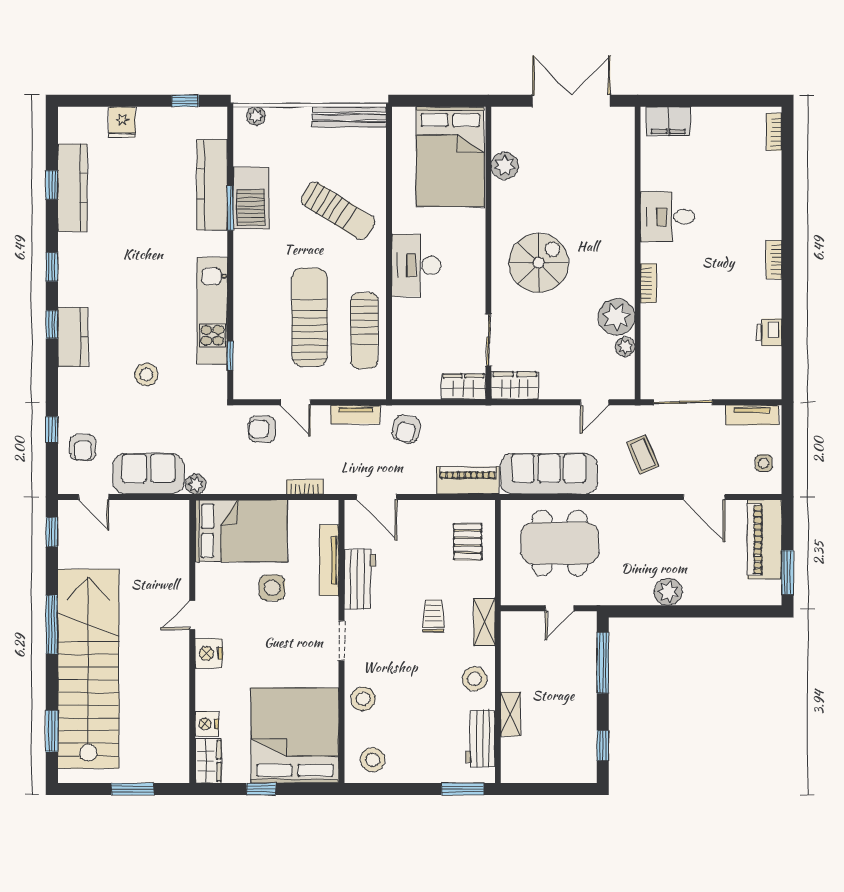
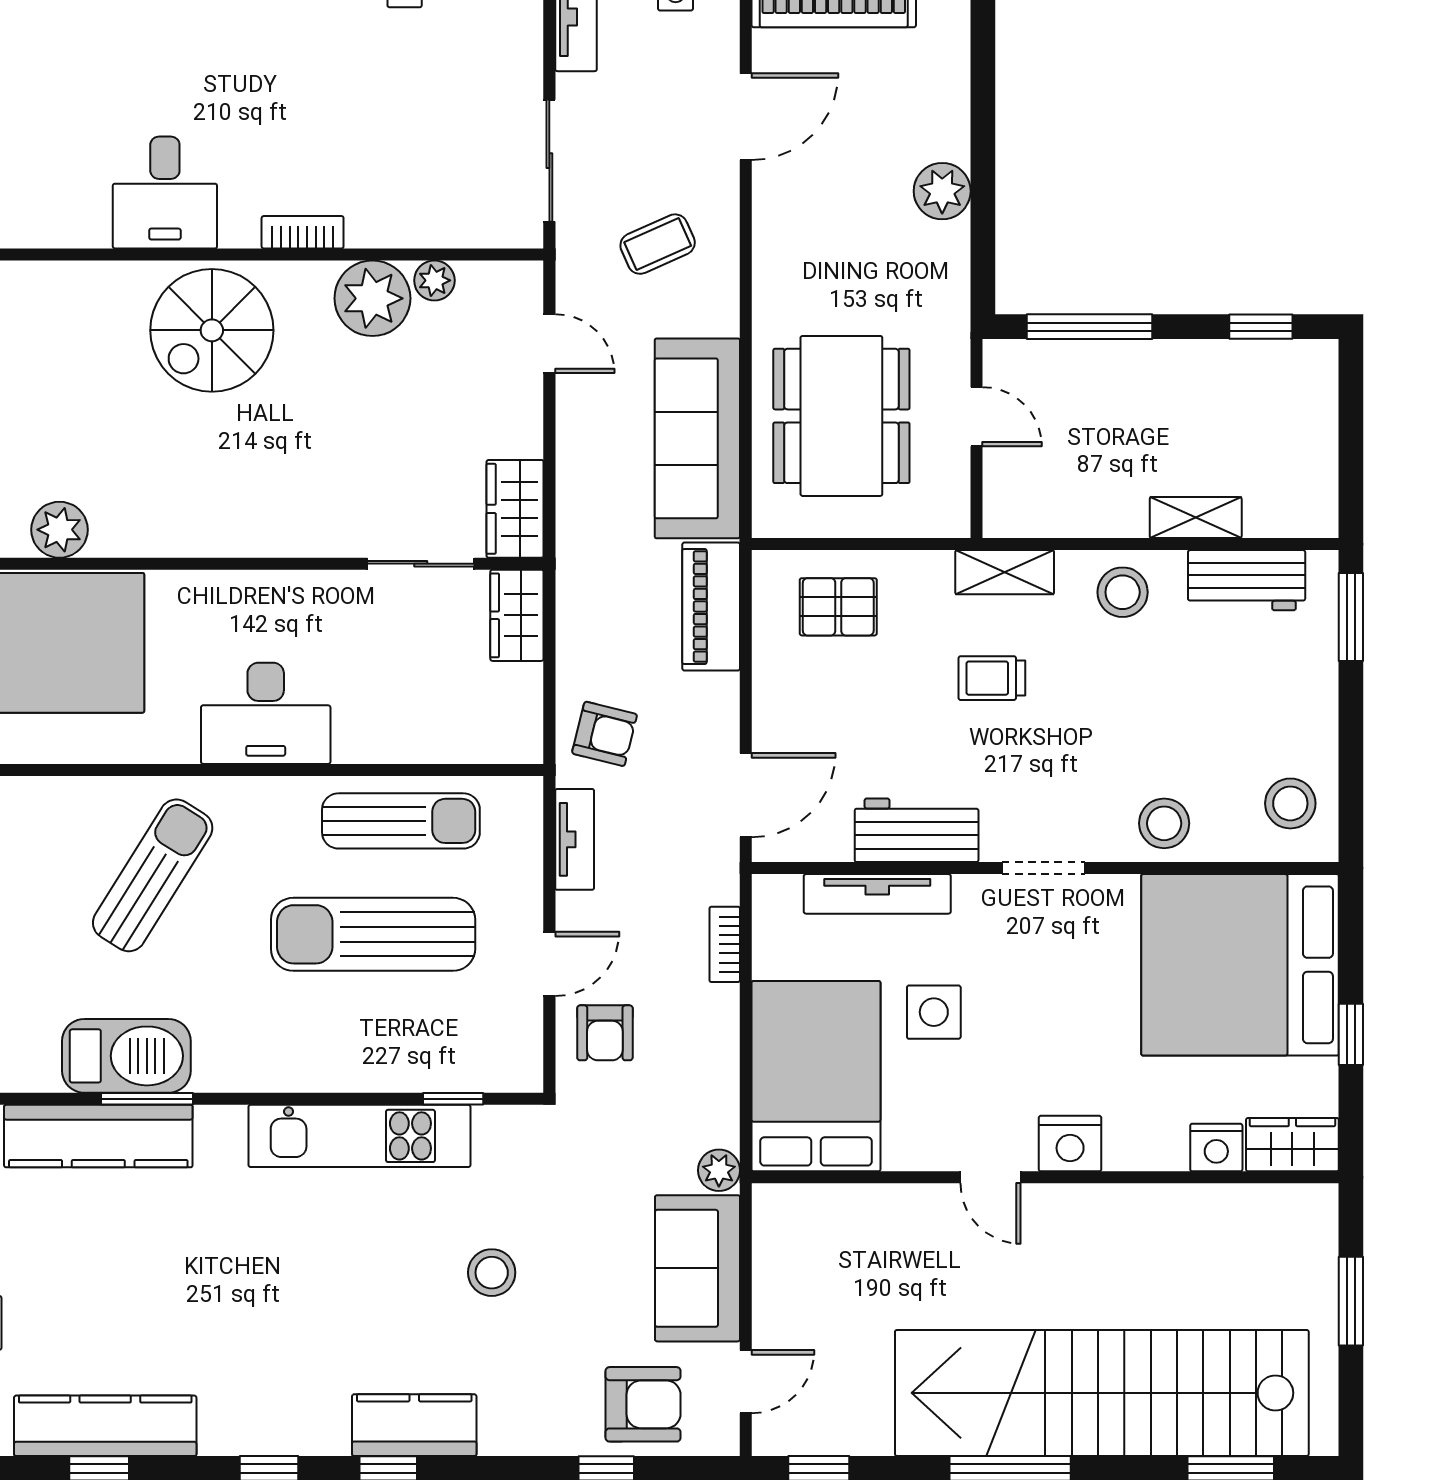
spiral stairs: (539, 263) -> (212, 330), moved, turned -90
armchair: (83, 447) -> (643, 1404), width x1.38, depth x1.38

